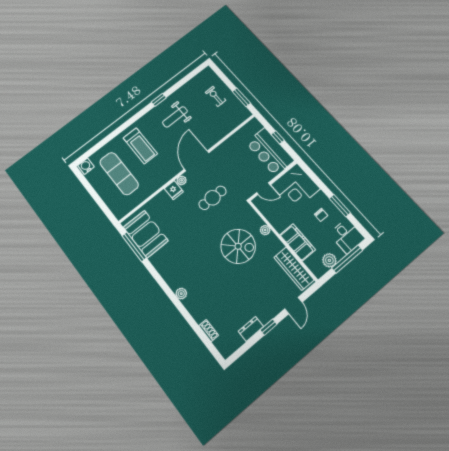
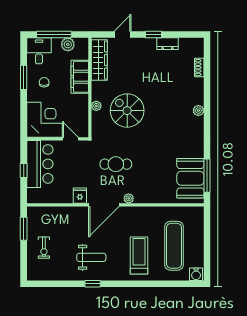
fridge: (174, 190) -> (80, 196), moved

